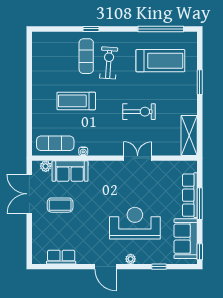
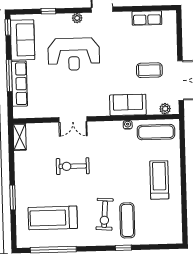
treadmill: (76, 101) -> (159, 180), moved, turned -90
shelving: (189, 135) -> (20, 137), width x0.67, depth x0.75
sofa: (70, 171) -> (128, 105), moved

